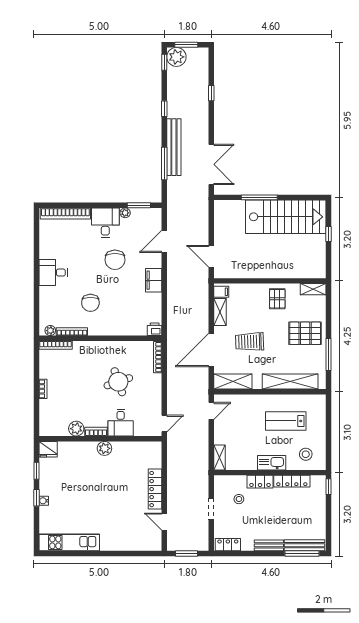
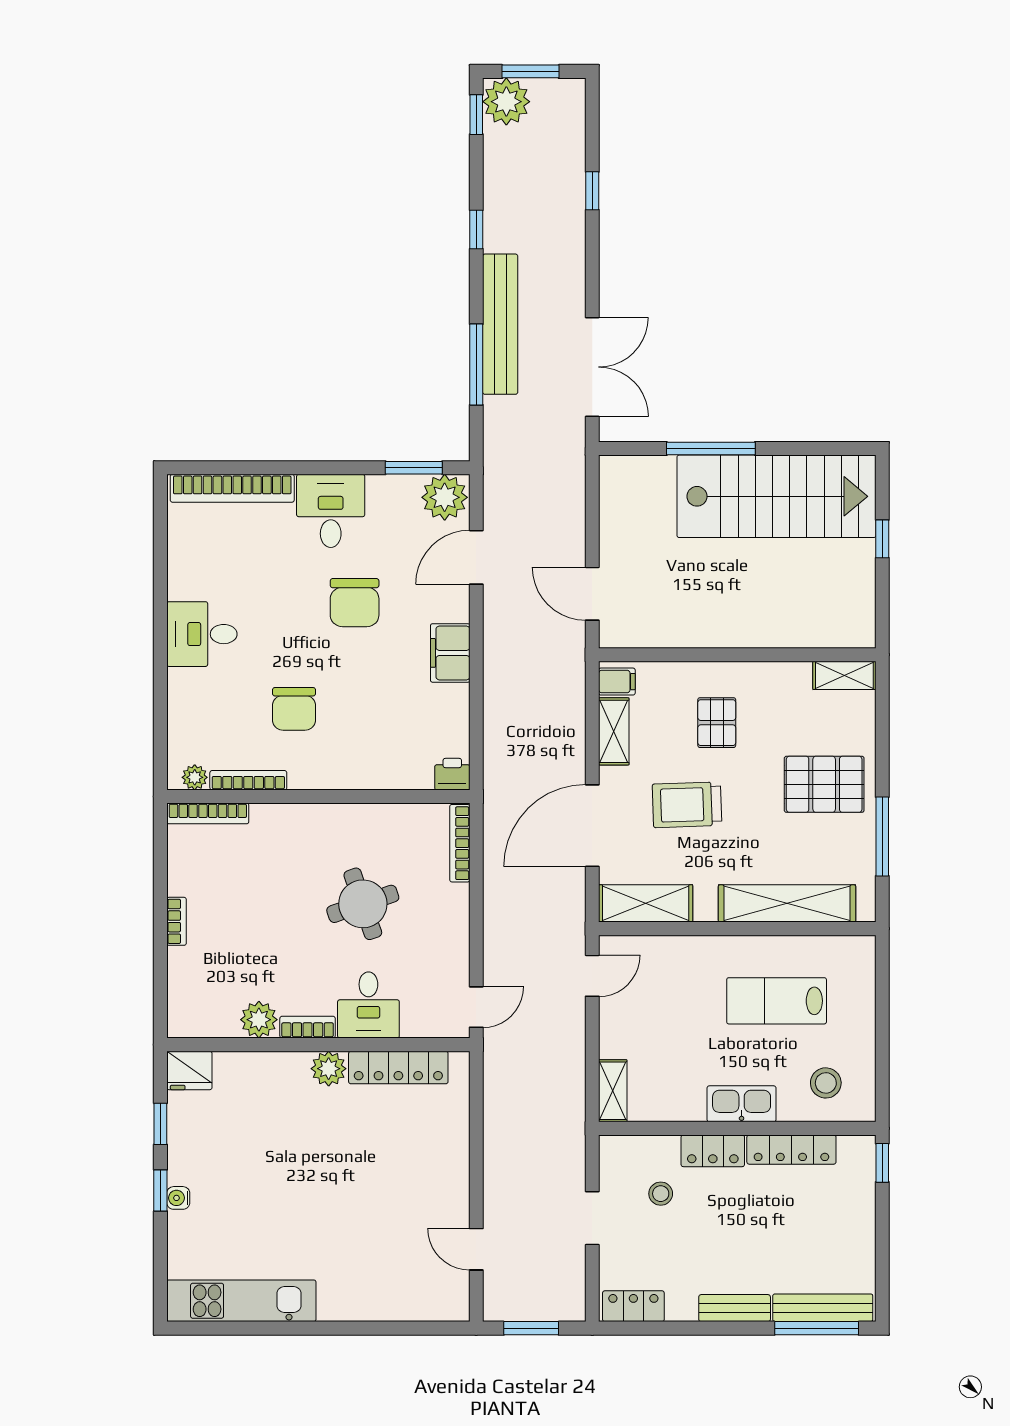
plant: (125, 213) -> (445, 497), moved, width x1.88, depth x1.88
pallet: (277, 299) -> (717, 723), moved
locker: (155, 489) -> (398, 1067), moved, turned -90

